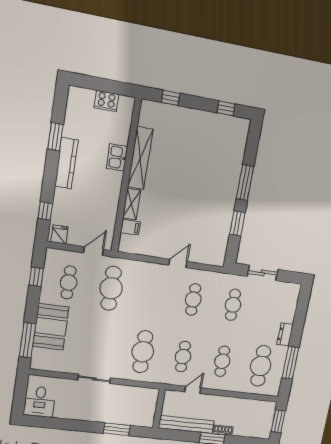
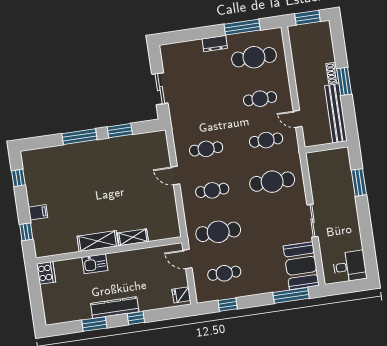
cooker: (106, 101) -> (46, 273), moved
shelving: (140, 158) -> (98, 241), width x0.68
window: (45, 211) -> (136, 318), moved
filing cabinet: (130, 227) -> (38, 212), moved, turned 90
cafe table: (233, 305) -> (212, 190), moved
booth: (51, 327) -> (301, 266), moved, turned 90

